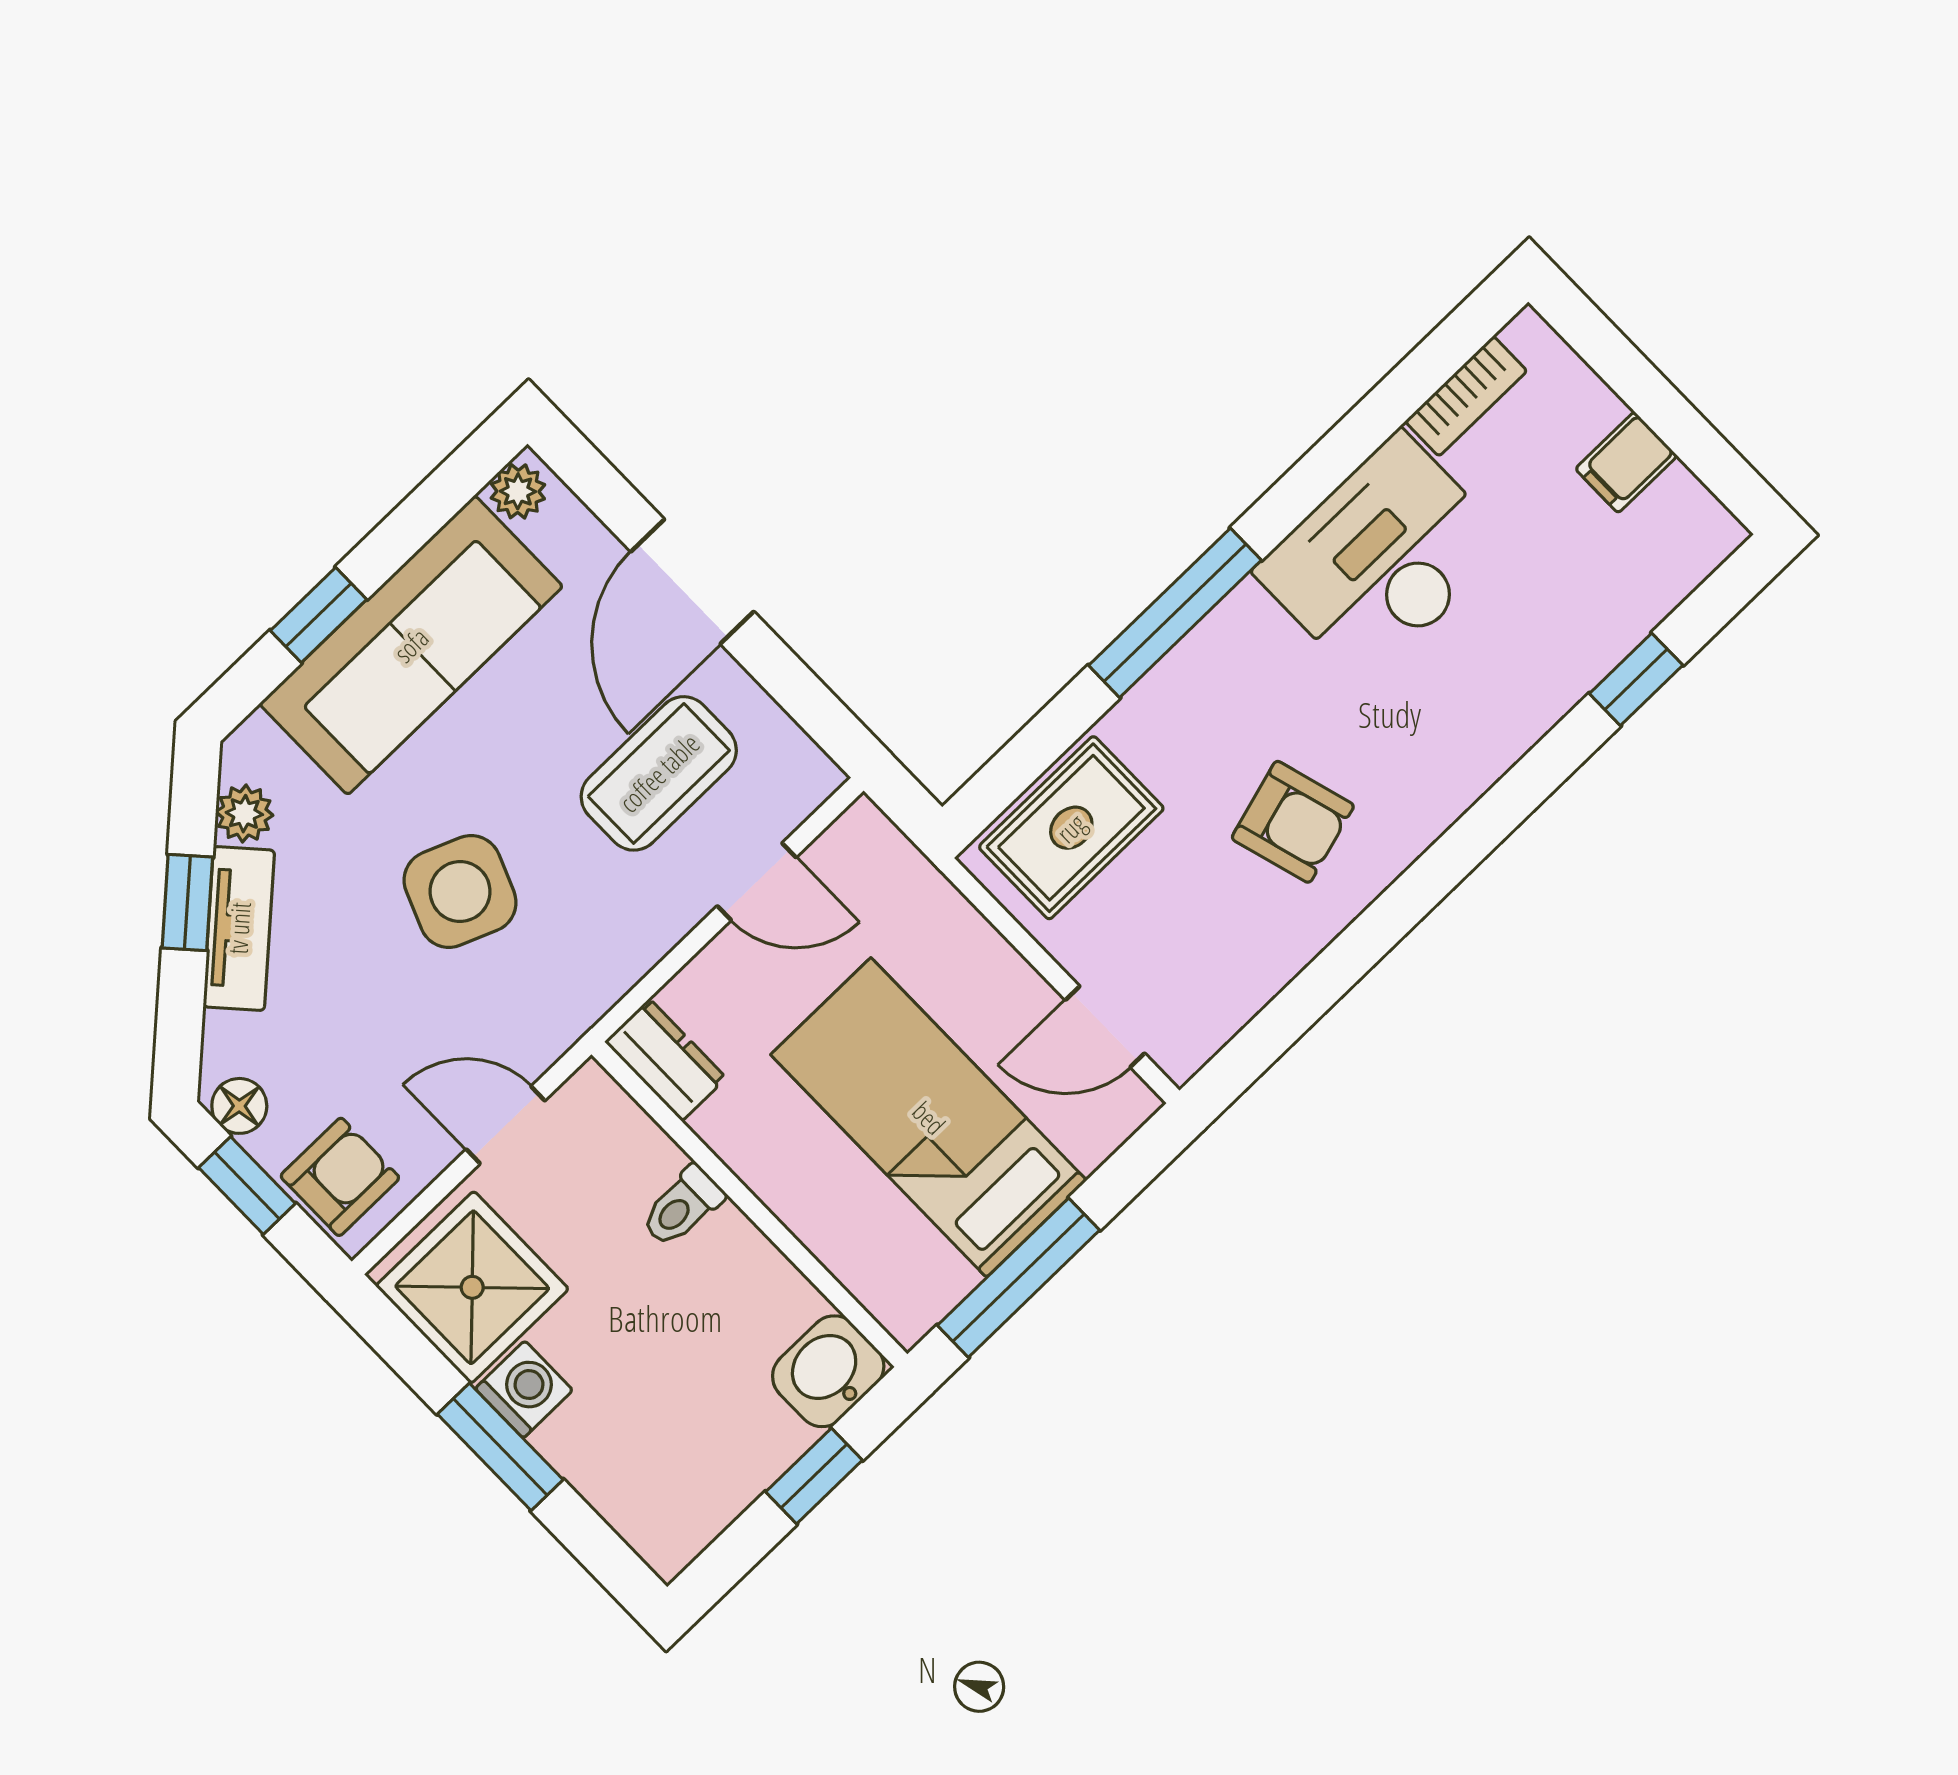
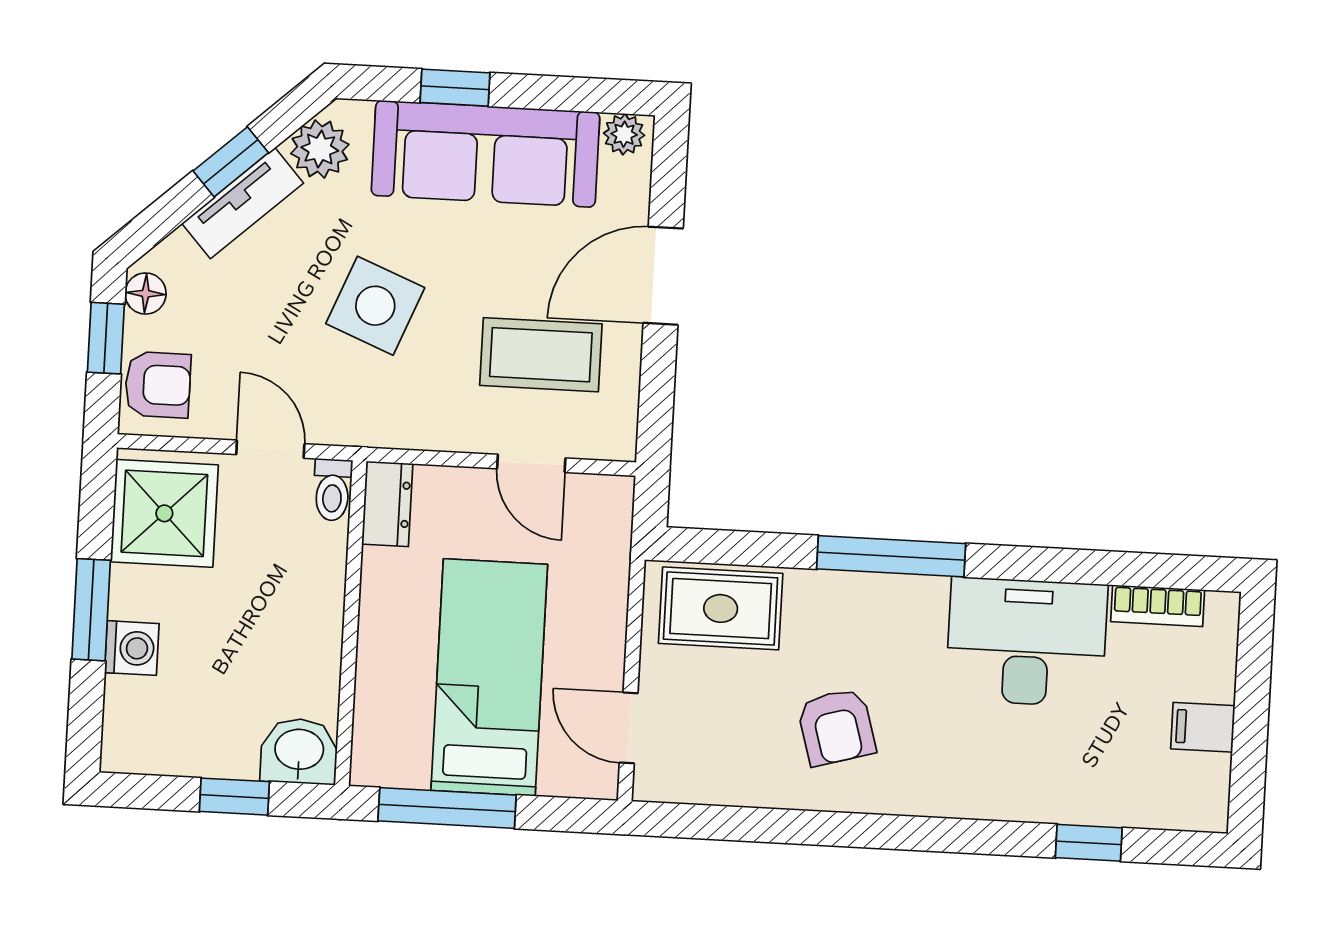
plant: (244, 814) -> (320, 149), width x1.38, depth x1.38
toilet: (682, 1206) -> (332, 490), moved, turned -90
washing machine: (524, 1389) -> (132, 648), moved

